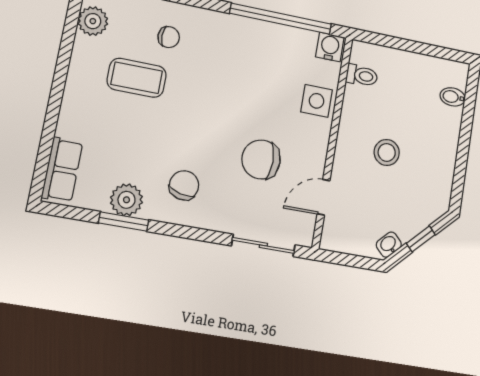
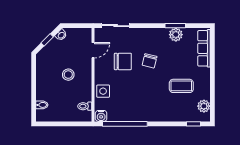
chair: (169, 37) -> (171, 106), removed
row of seats: (62, 170) -> (204, 48), width x1.48
chair: (184, 185) -> (150, 61), moved

